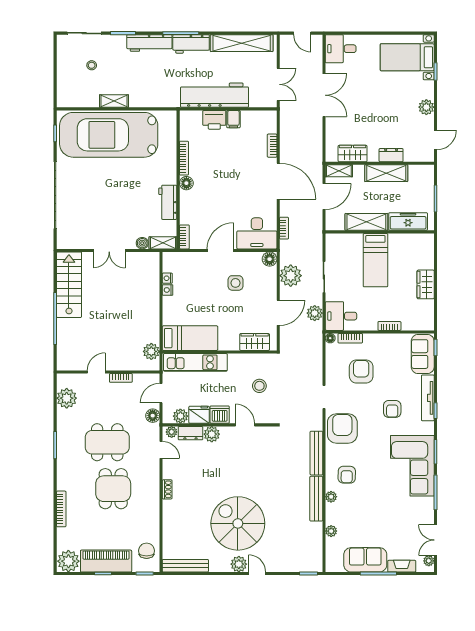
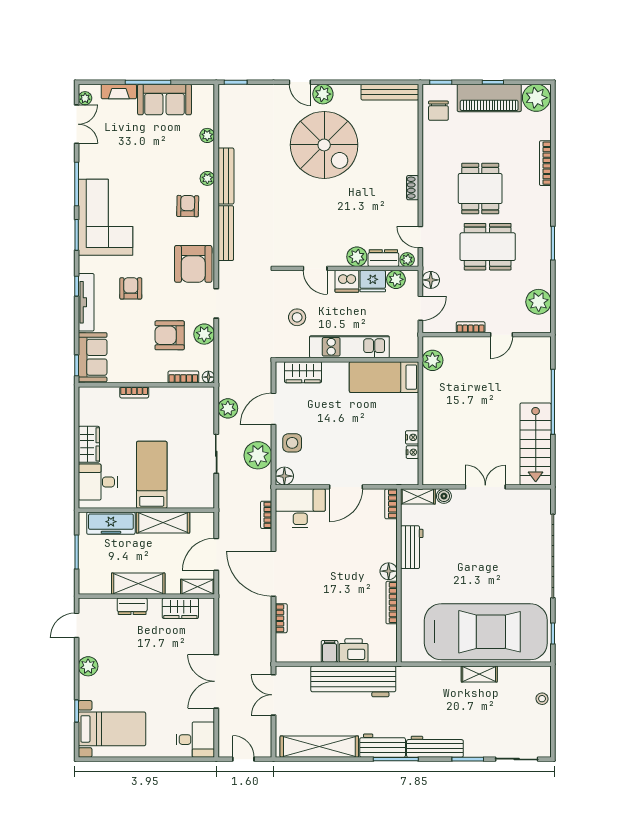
stool: (92, 65) -> (542, 699), moved
side table: (235, 283) -> (292, 443), moved
desk: (341, 316) -> (98, 482), moved, turned 180
kitchen unit: (195, 362) -> (349, 347), moved
armchair: (361, 371) -> (170, 335), turned 90
plant: (334, 372) -> (204, 334), added

